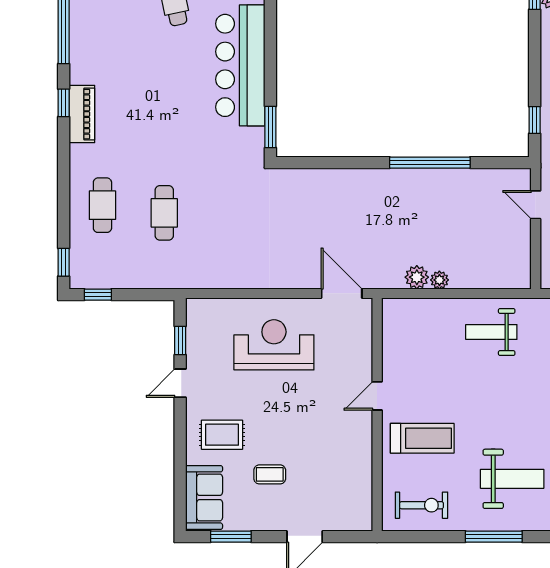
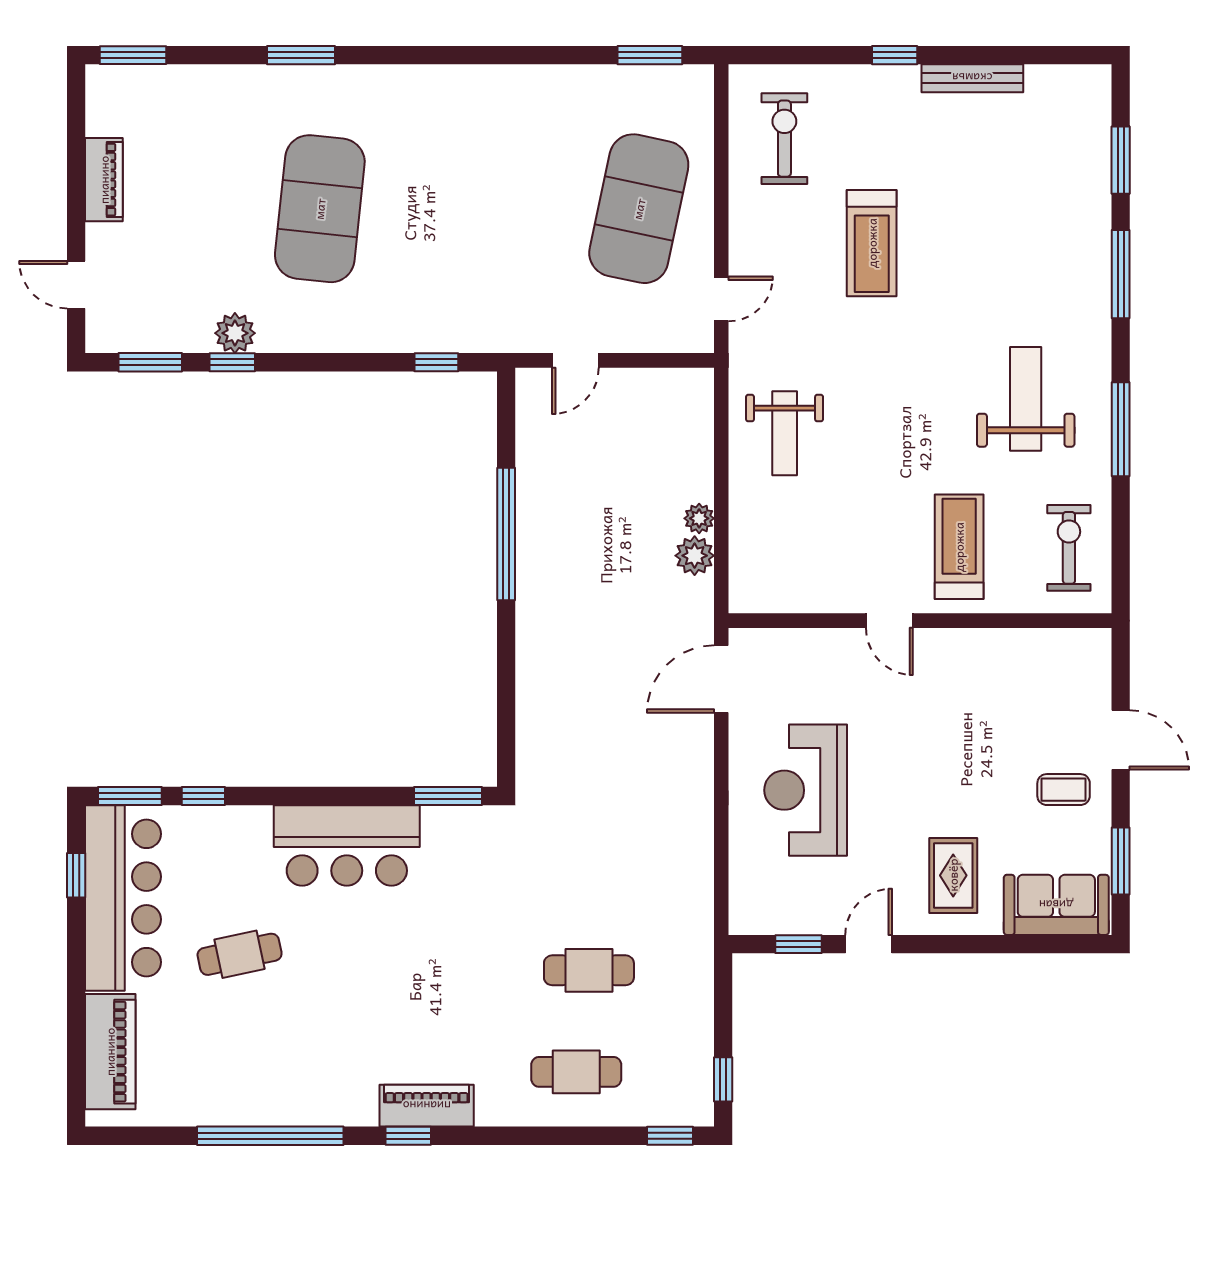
bar counter: (240, 65) -> (347, 845), width x0.73
door: (180, 383) -> (869, 944), swing flipped
coffee table: (270, 474) -> (1064, 790), moved, turned 90

